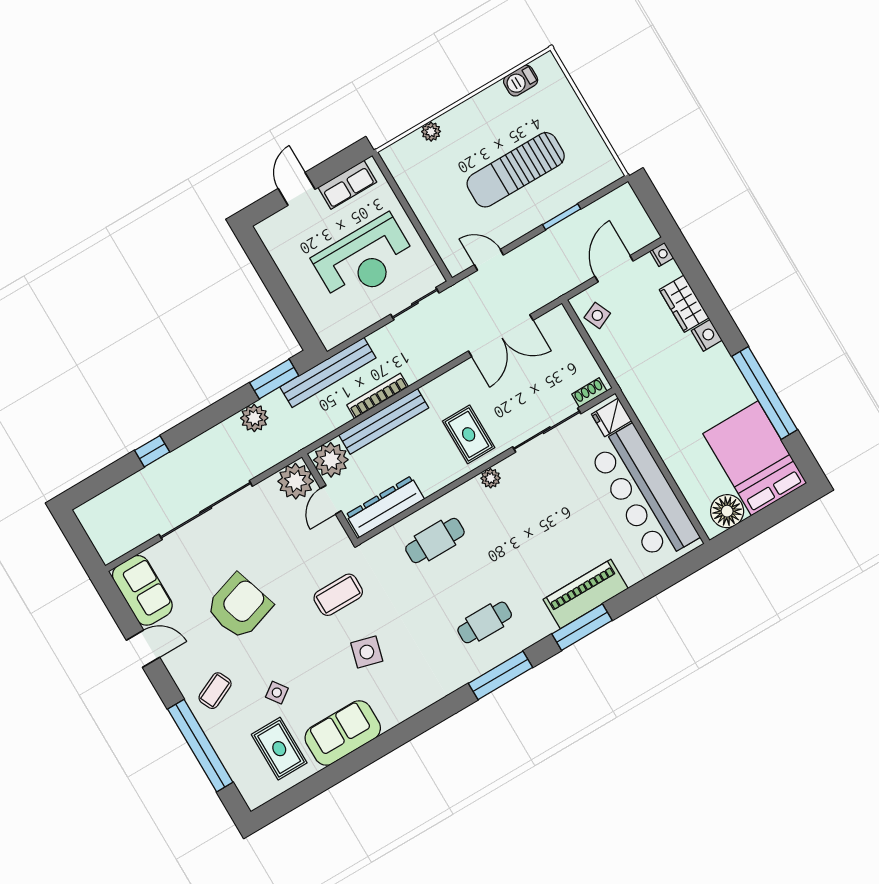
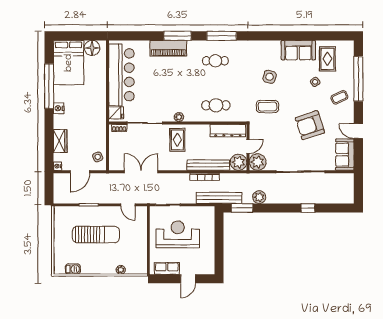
nightstand: (707, 335) -> (59, 108), moved

